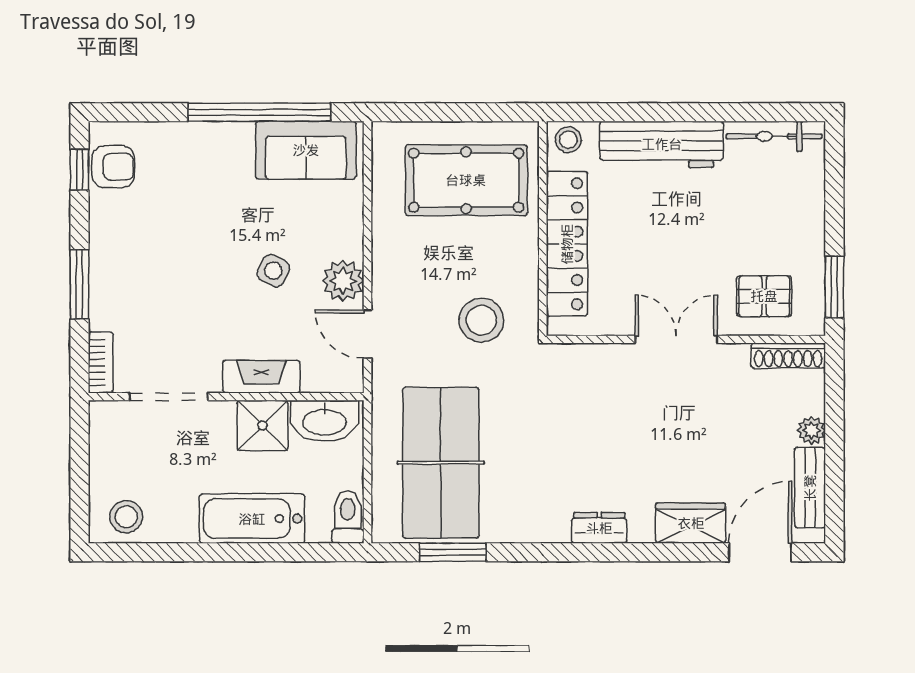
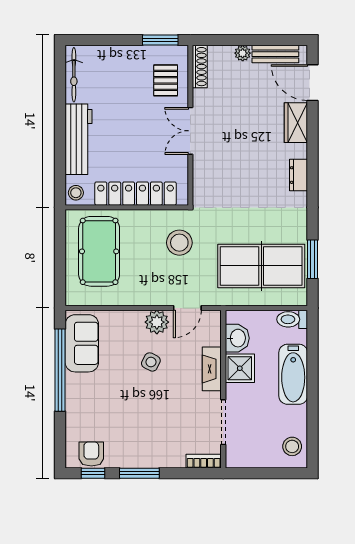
window: (79, 284) -> (139, 473), moved
washbasin: (324, 421) -> (237, 338), width x0.72

